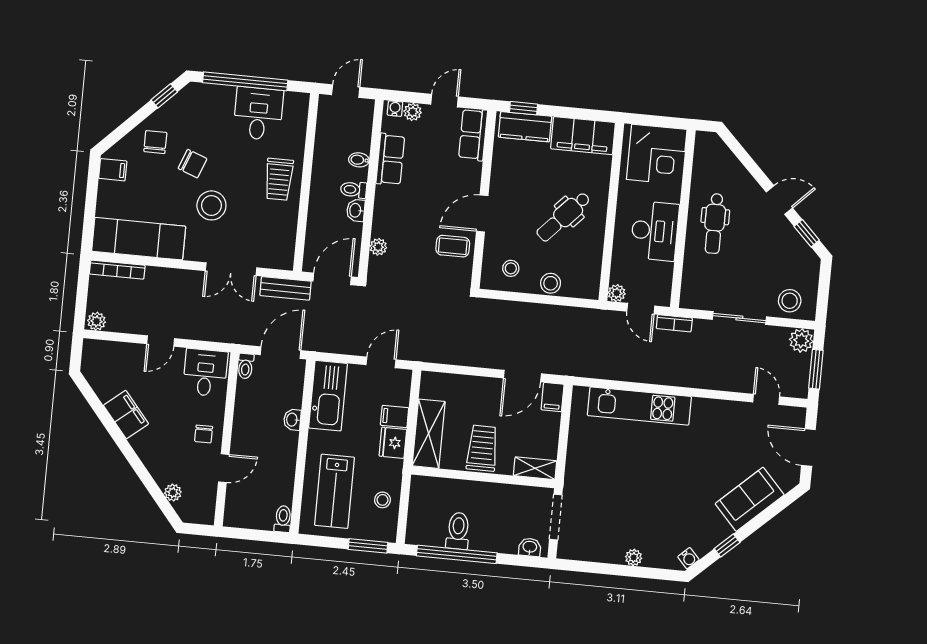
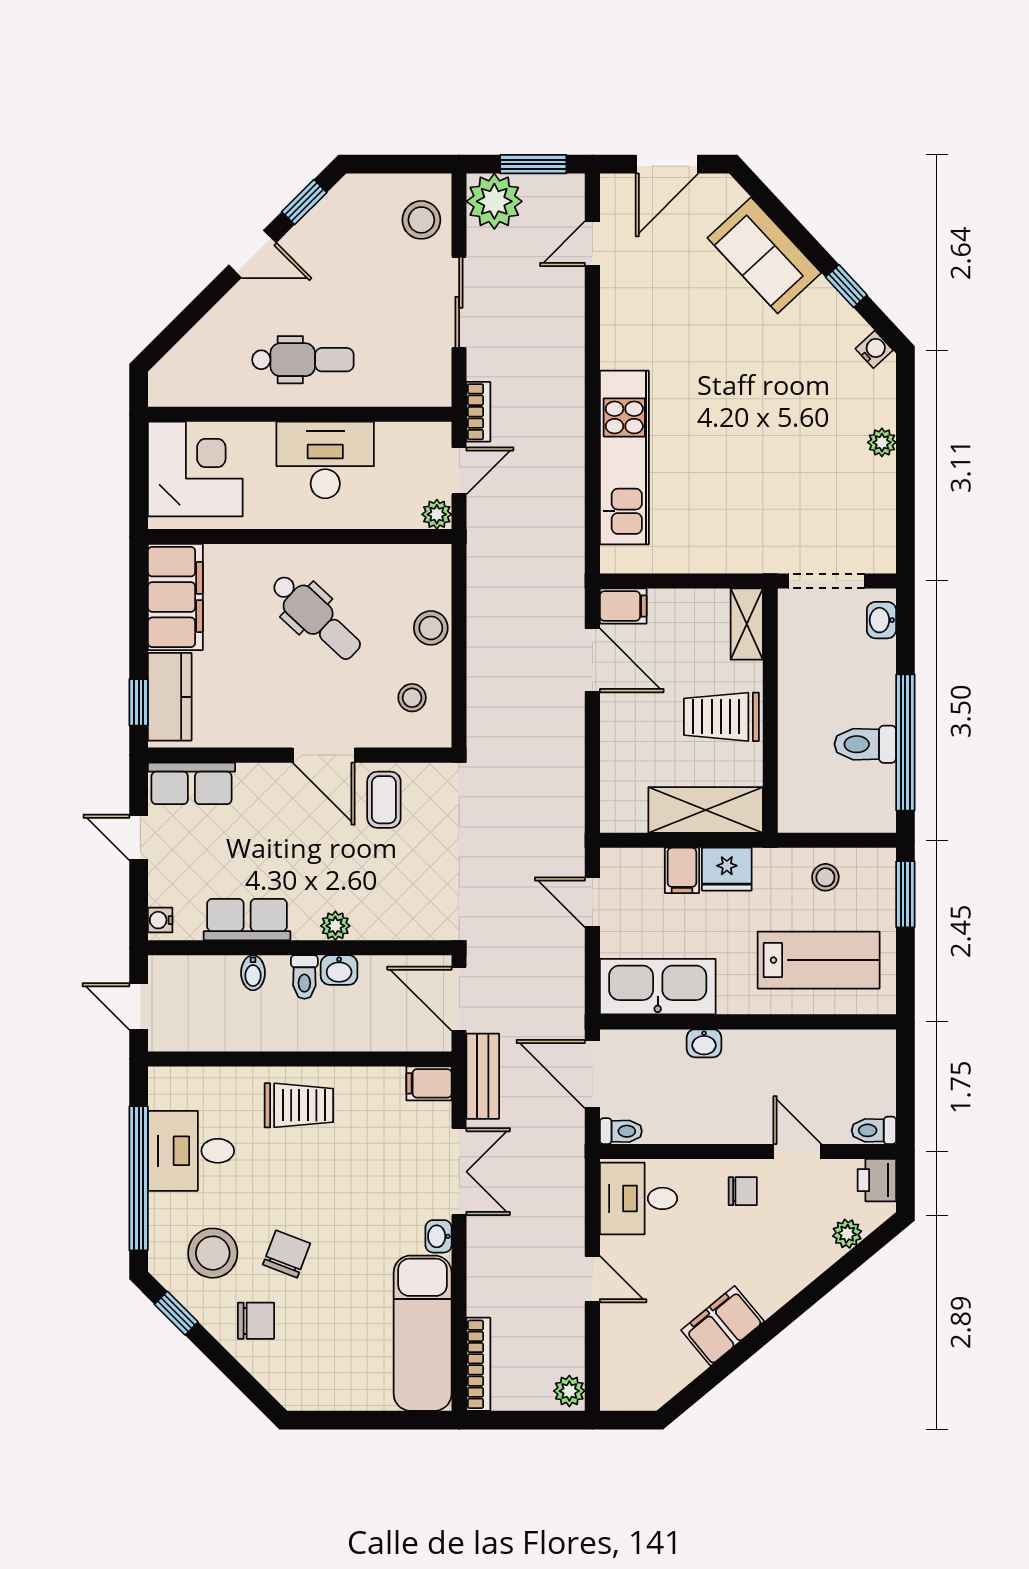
plant: (413, 112) -> (163, 890), removed
chair: (155, 142) -> (256, 1321), turned 180
filing cabinet: (113, 170) -> (429, 1083), moved, turned -90
door: (779, 200) -> (252, 254), swing flipped
stool: (211, 205) -> (213, 1253), moved
plant: (378, 247) -> (335, 926), moved
washbasin: (194, 253) -> (439, 1236), added
plant: (801, 340) -> (494, 201), width x1.36, depth x1.36
printer: (203, 513) -> (877, 1180), added
toilet: (283, 519) -> (874, 1130), moved

